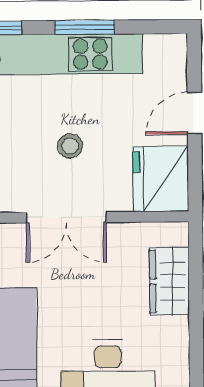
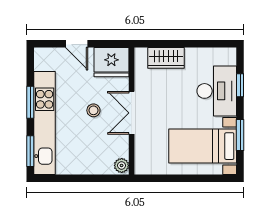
double door: (66, 217) -> (132, 113), swing flipped

